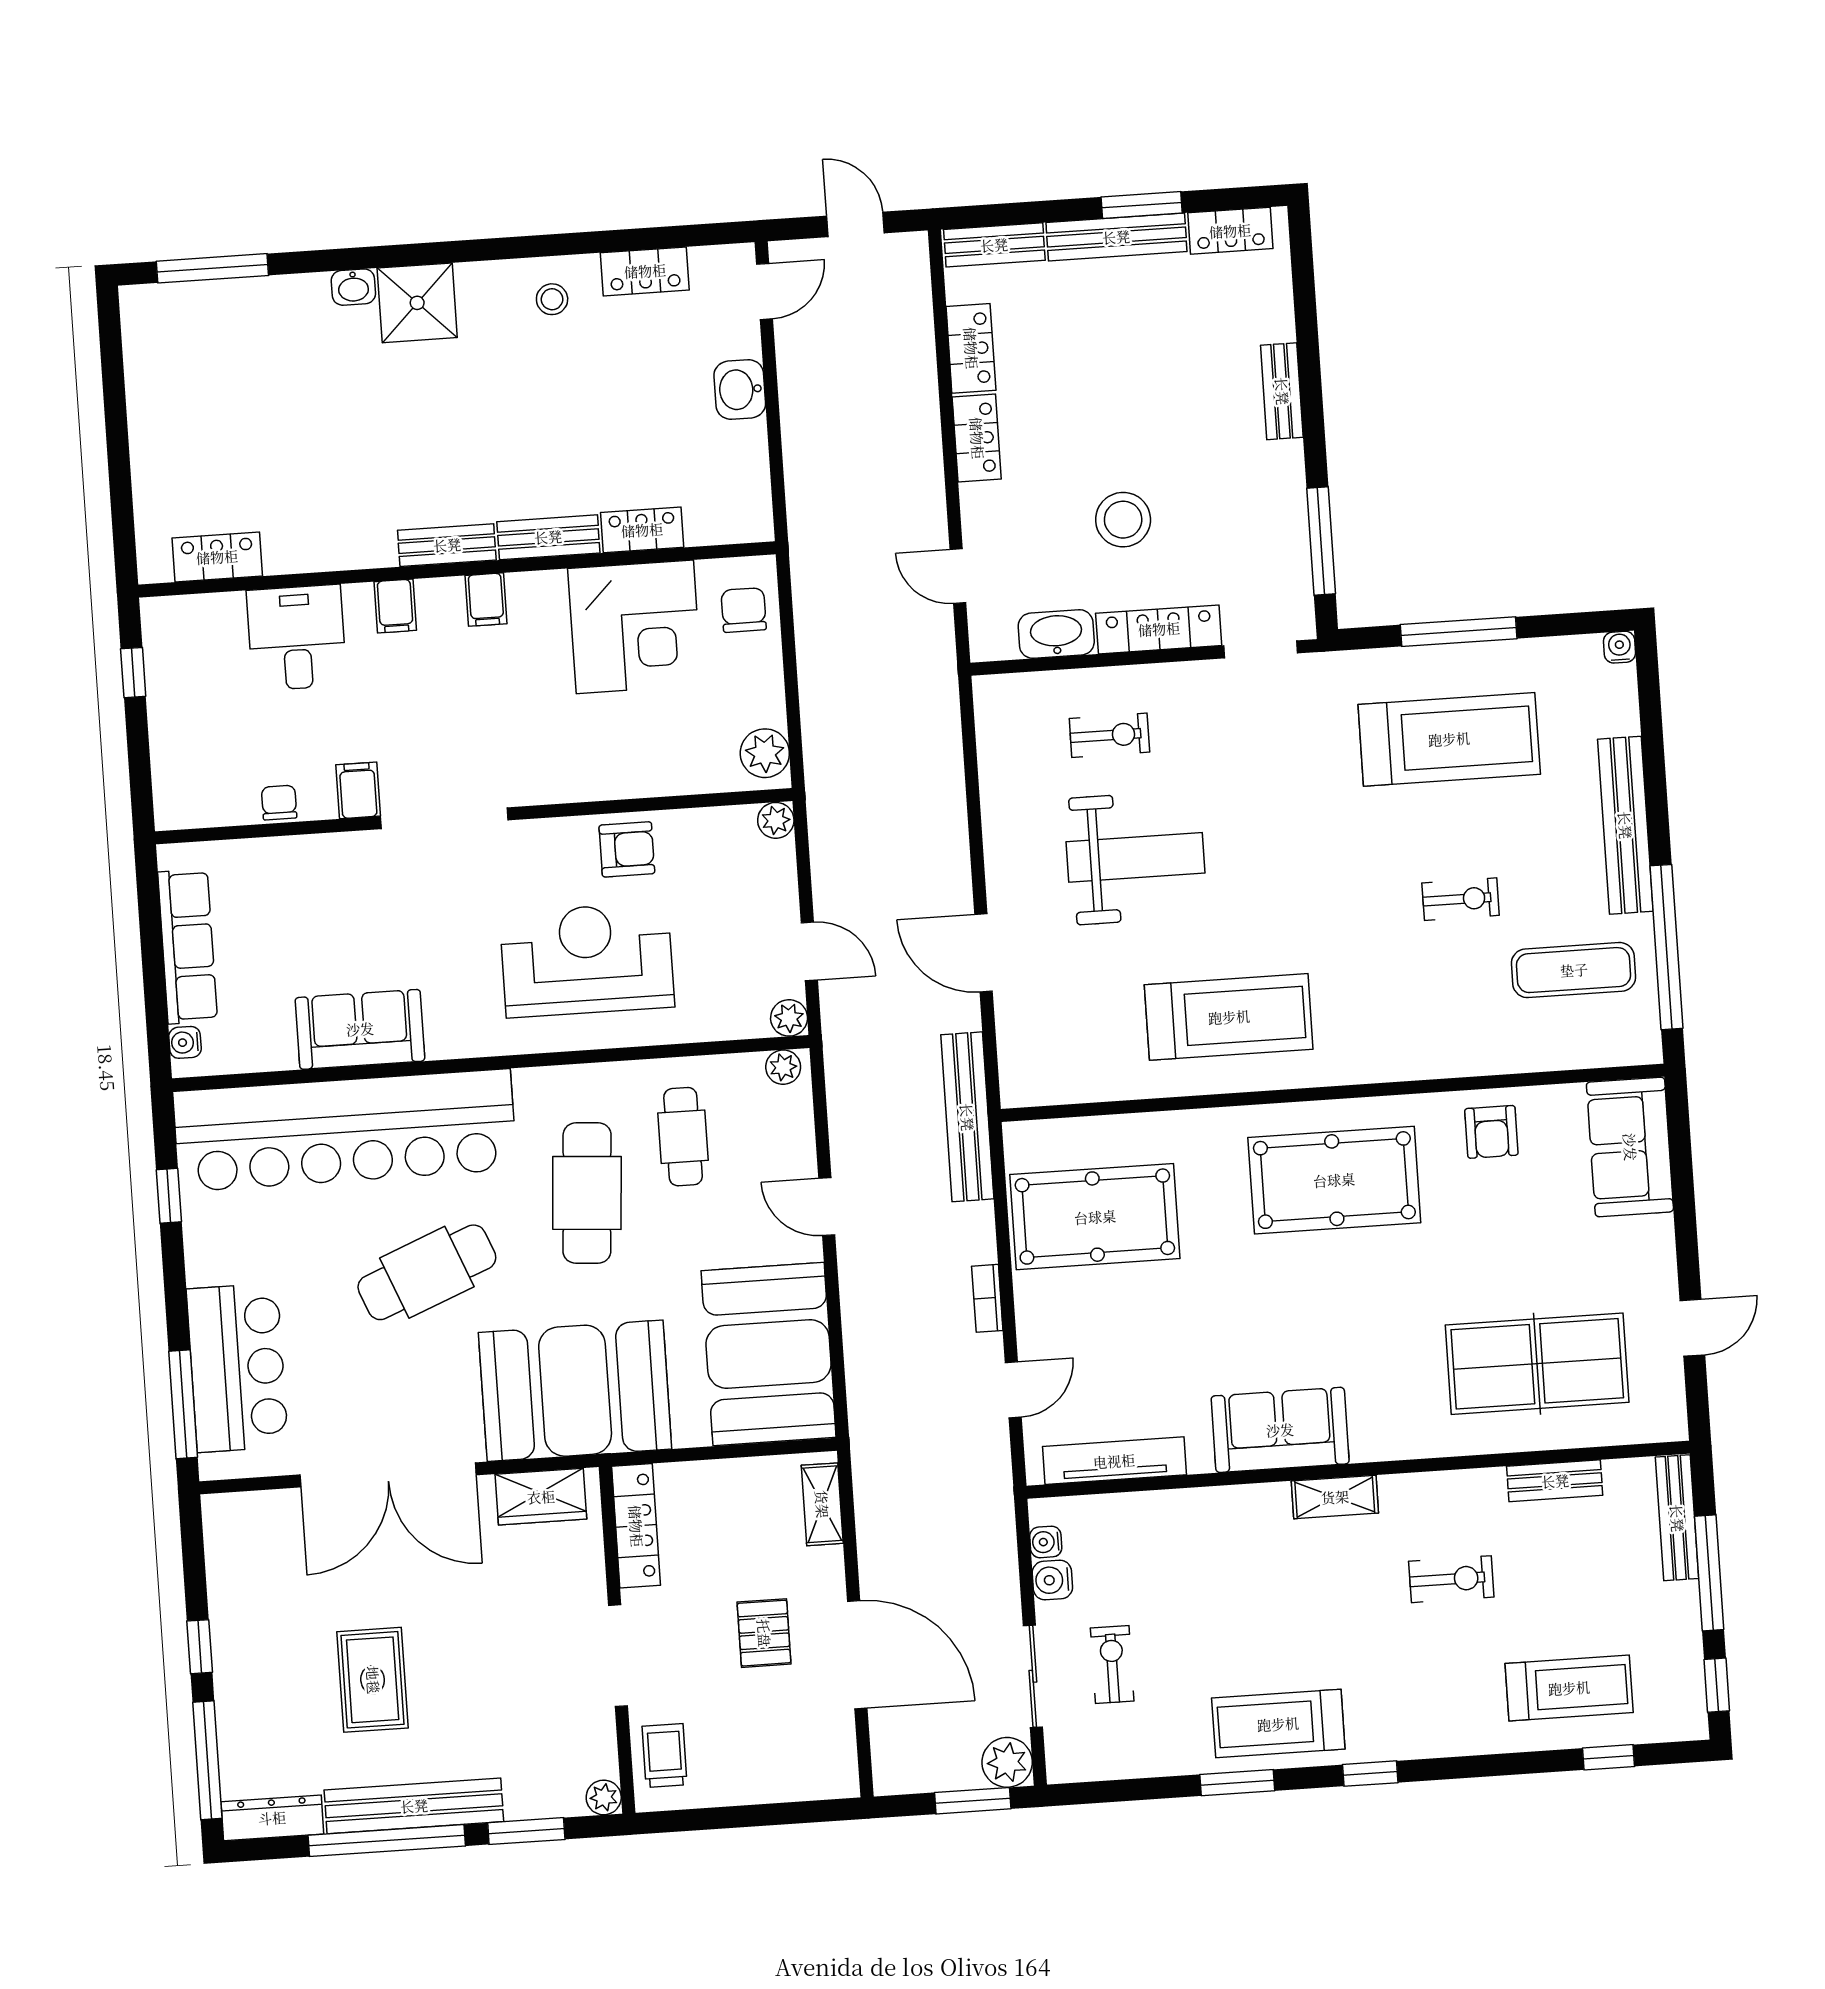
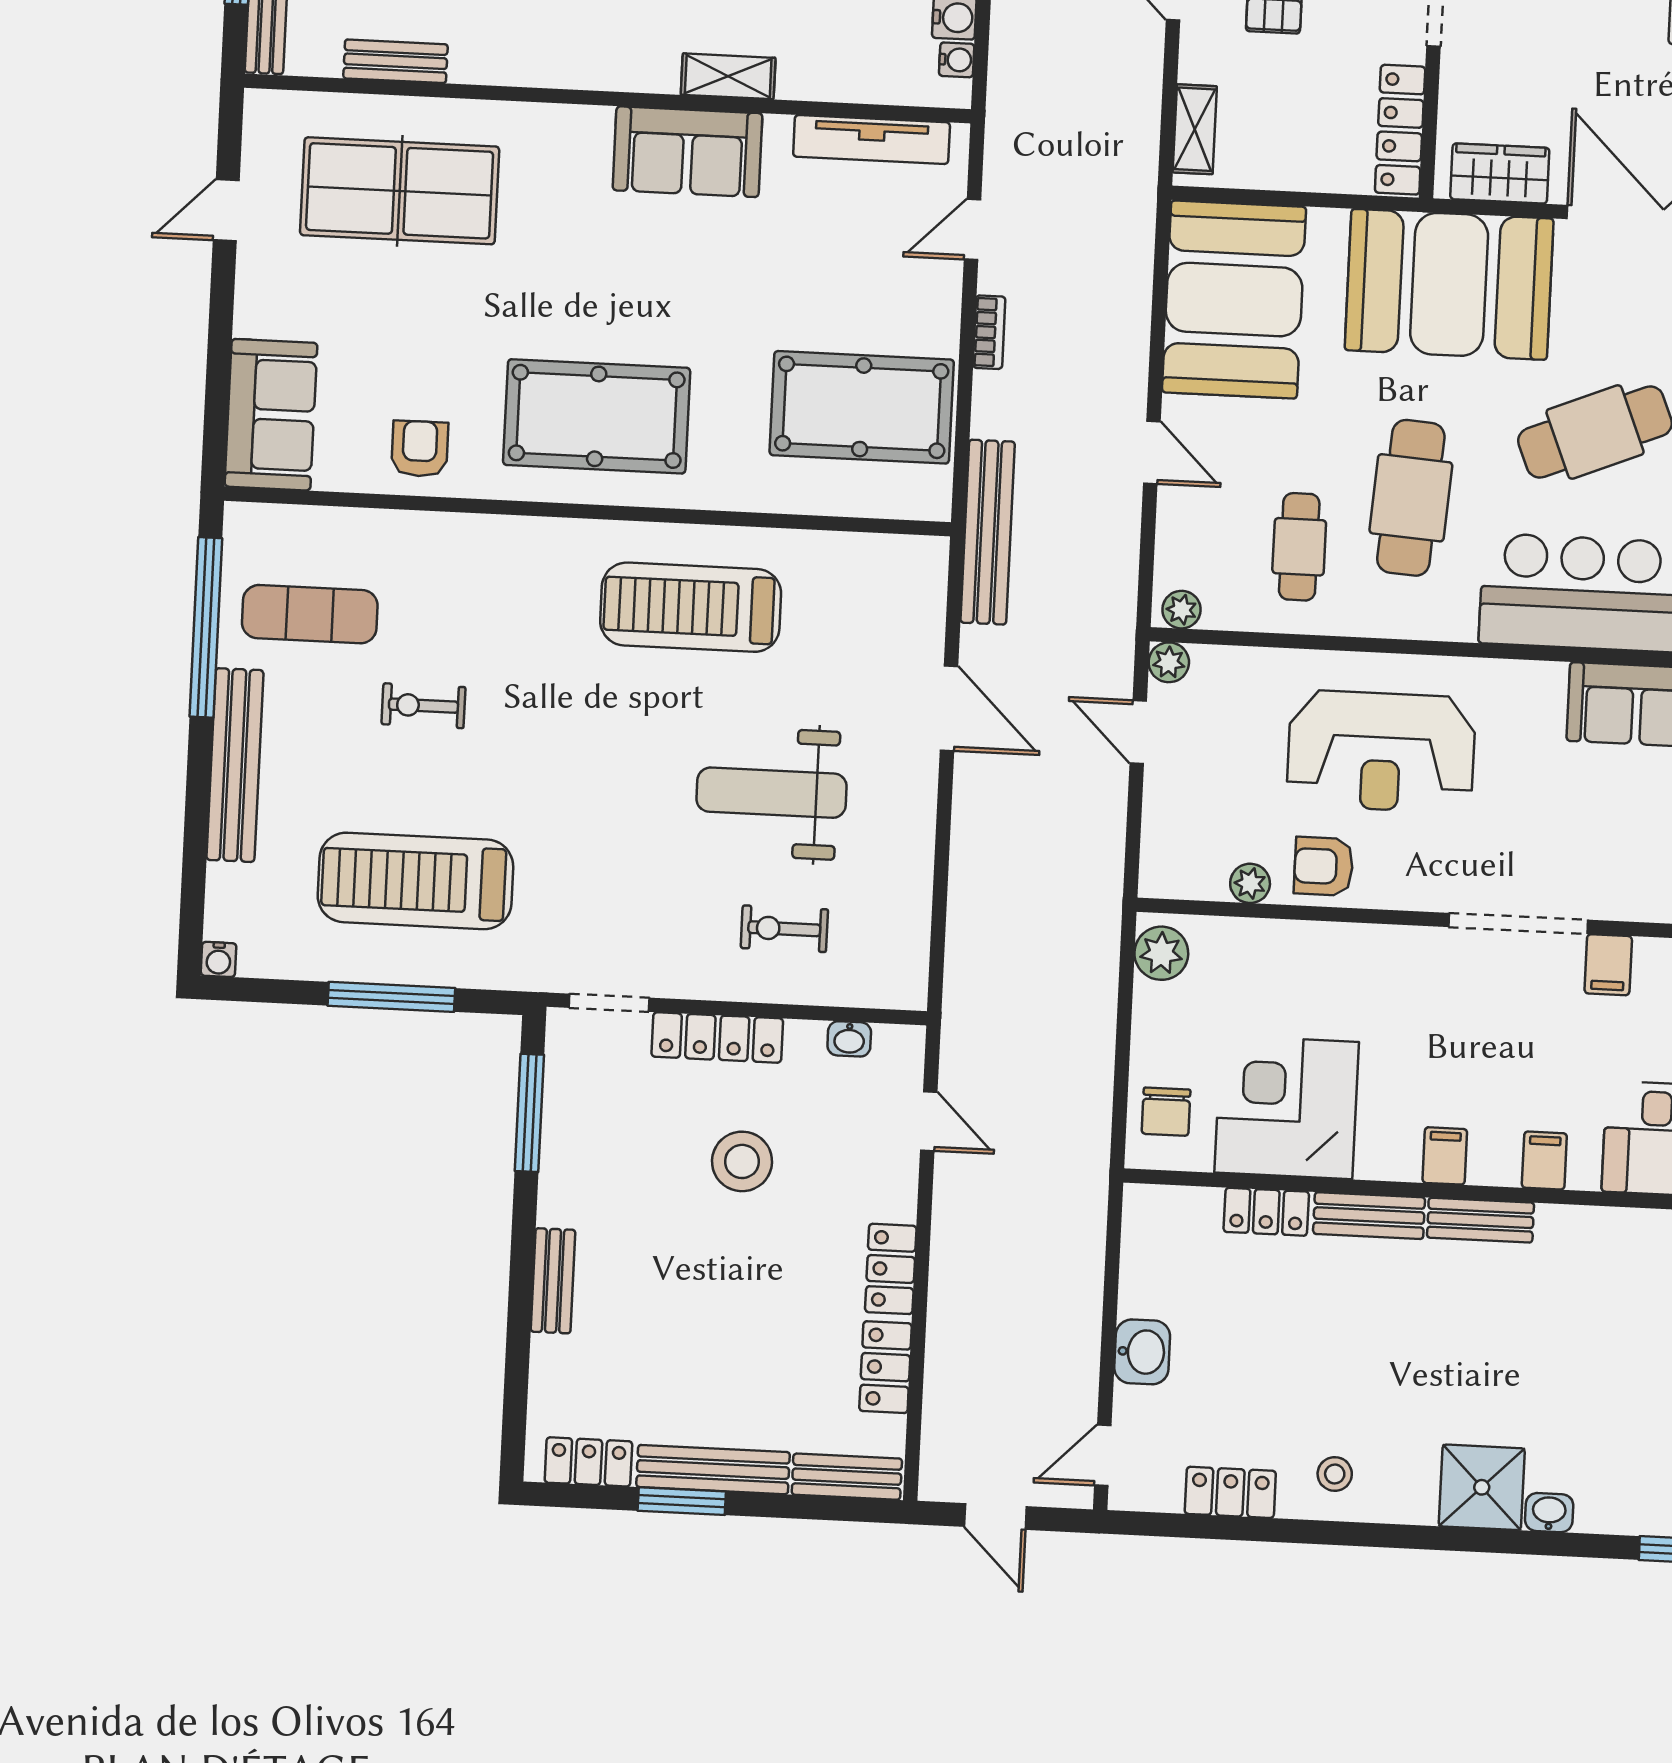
washbasin: (1056, 634) -> (849, 1039), width x0.52, depth x0.69
plant: (776, 820) -> (1250, 883), moved
shelving: (1335, 1497) -> (728, 76), moved

